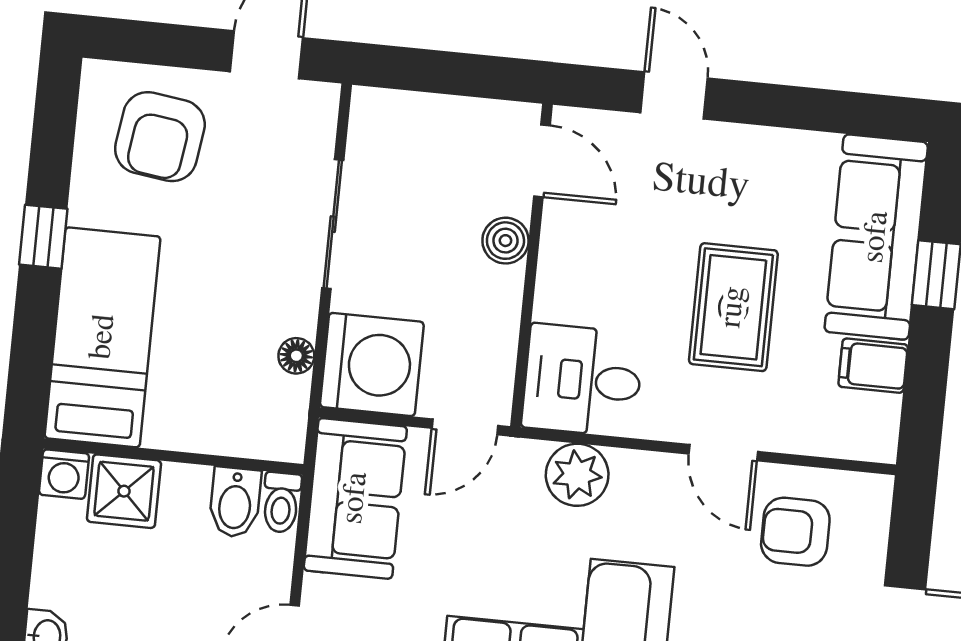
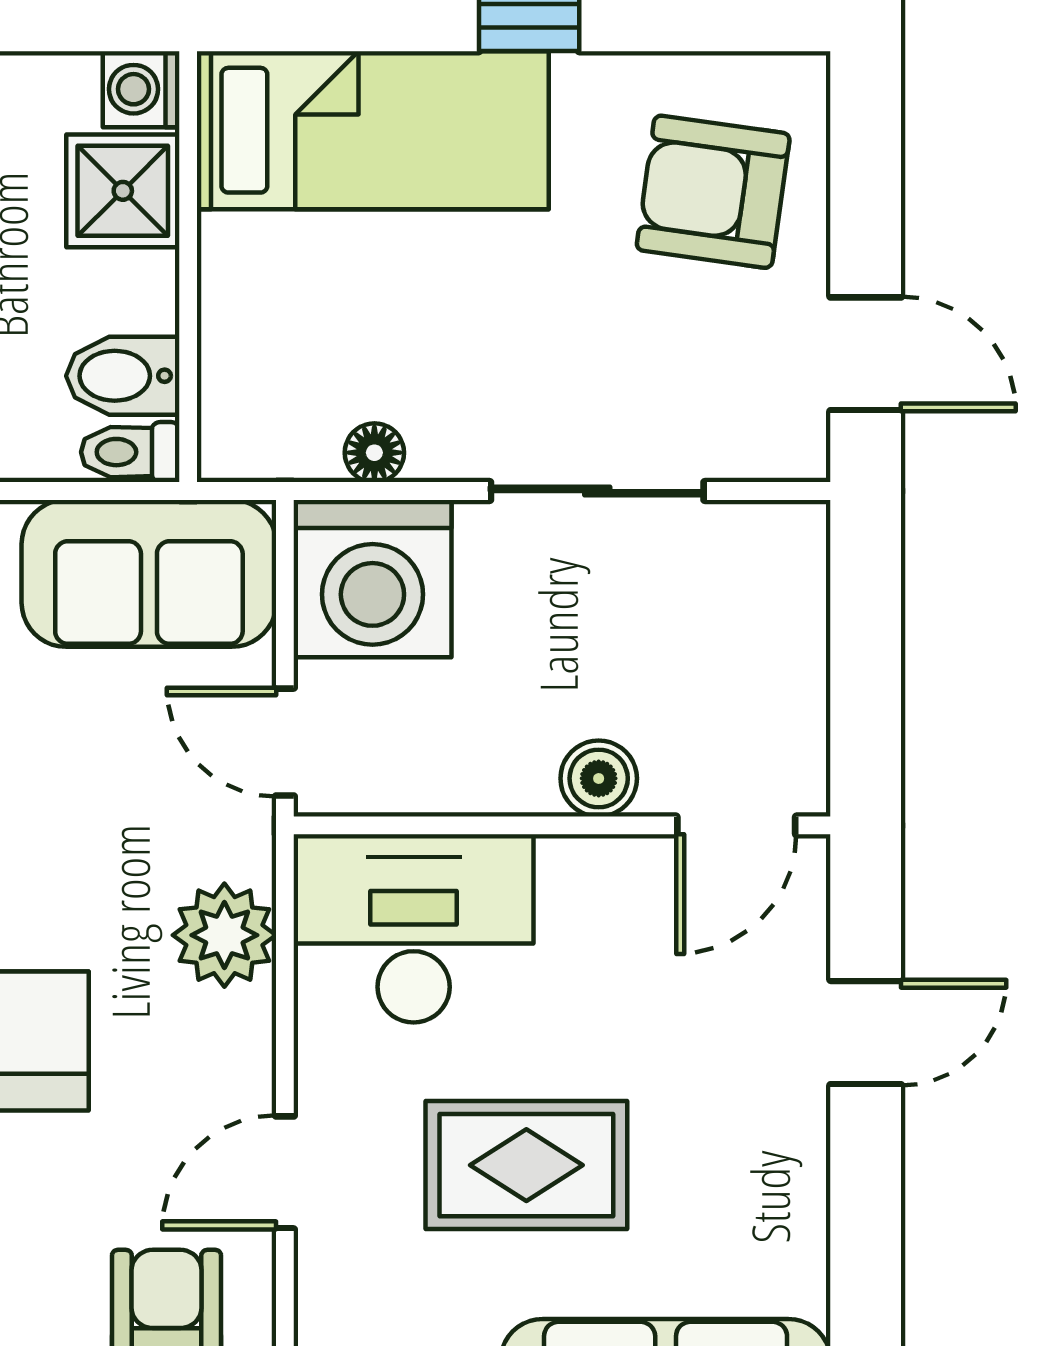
desk: (583, 380) -> (414, 928), width x1.37

